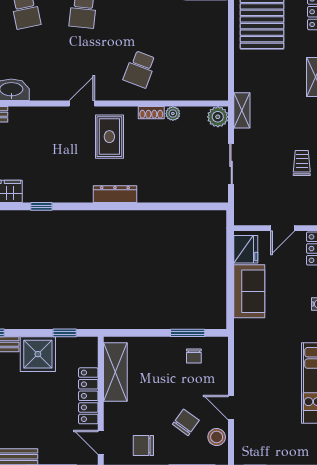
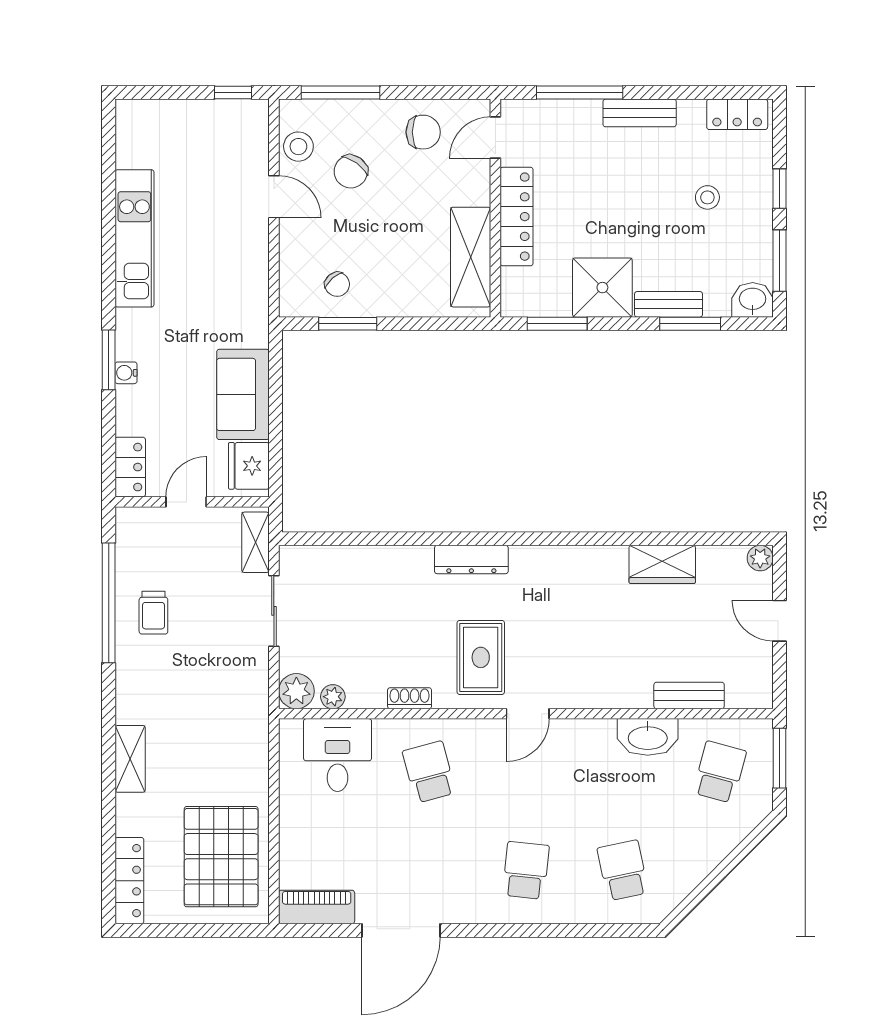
school desk: (140, 69) -> (429, 772), turned -36
desk: (194, 79) -> (338, 755), added
shelving: (242, 110) -> (255, 542), moved
plant: (173, 114) -> (333, 697), moved
window: (41, 206) -> (596, 539), removed
window: (65, 333) -> (557, 324), width x1.50
chair: (194, 356) -> (337, 284), turned 139
door: (101, 442) -> (495, 137), swing flipped

